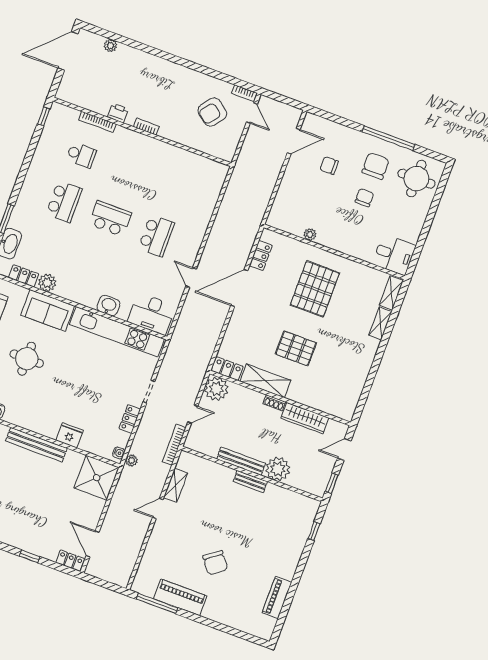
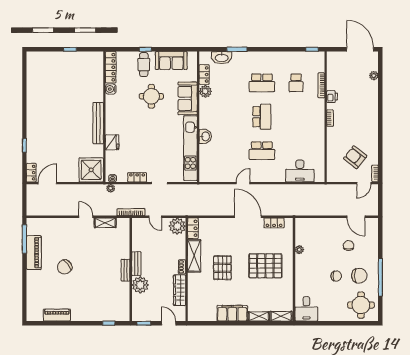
desk: (152, 314) -> (300, 171), moved, turned -90
filing cabinet: (363, 358) -> (232, 313), added
bench: (241, 461) -> (136, 264), width x0.73

